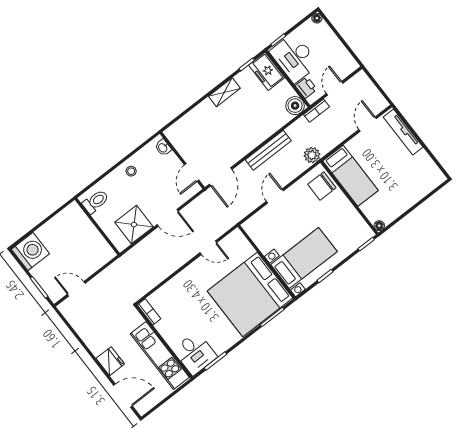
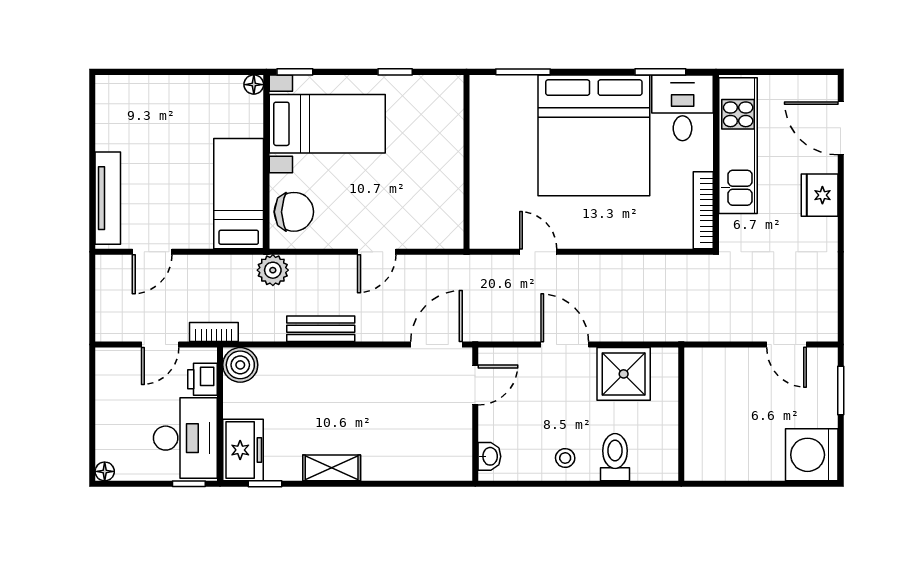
bench: (268, 150) -> (321, 329), width x0.73
toilet: (96, 202) -> (615, 457), moved, turned 90
bed with nightstands: (304, 258) -> (327, 124), moved, turned 180
bed: (250, 294) -> (594, 135), moved, turned 90
bookcase: (149, 312) -> (703, 210), width x1.56

